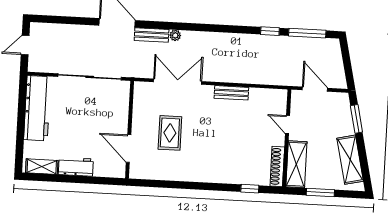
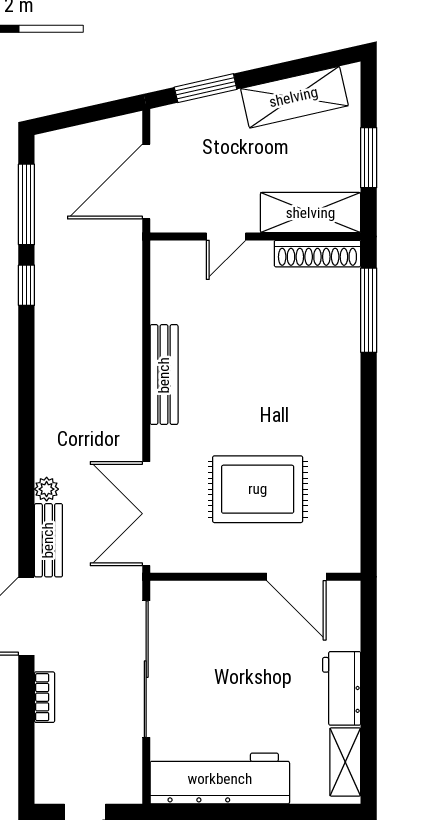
bookcase: (79, 29) -> (45, 697), added
double door: (178, 82) -> (146, 514), moved
door: (315, 89) -> (146, 181), width x1.36
bench: (231, 93) -> (164, 375), width x1.36
rug: (170, 133) -> (258, 489), width x1.36, depth x1.43
door: (129, 149) -> (296, 577), hinge flipped
window: (250, 189) -> (369, 310), width x2.17

